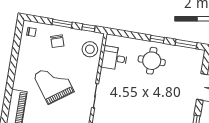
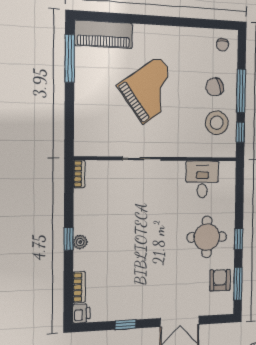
window: (62, 23) -> (241, 91), width x1.44
stool: (90, 49) -> (217, 123), moved
armchair: (181, 56) -> (220, 280), added

